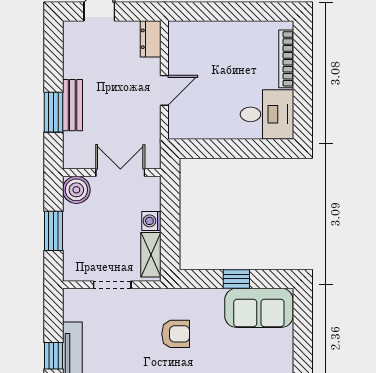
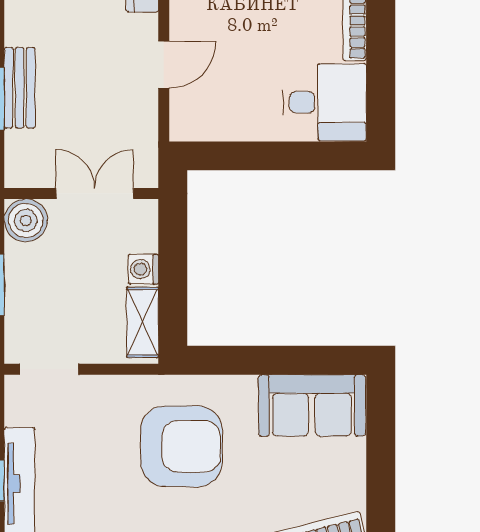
window: (236, 279) -> (277, 360), removed
doorway: (112, 285) -> (49, 369), moved
armchair: (176, 334) -> (181, 446), width x1.88, depth x1.88

